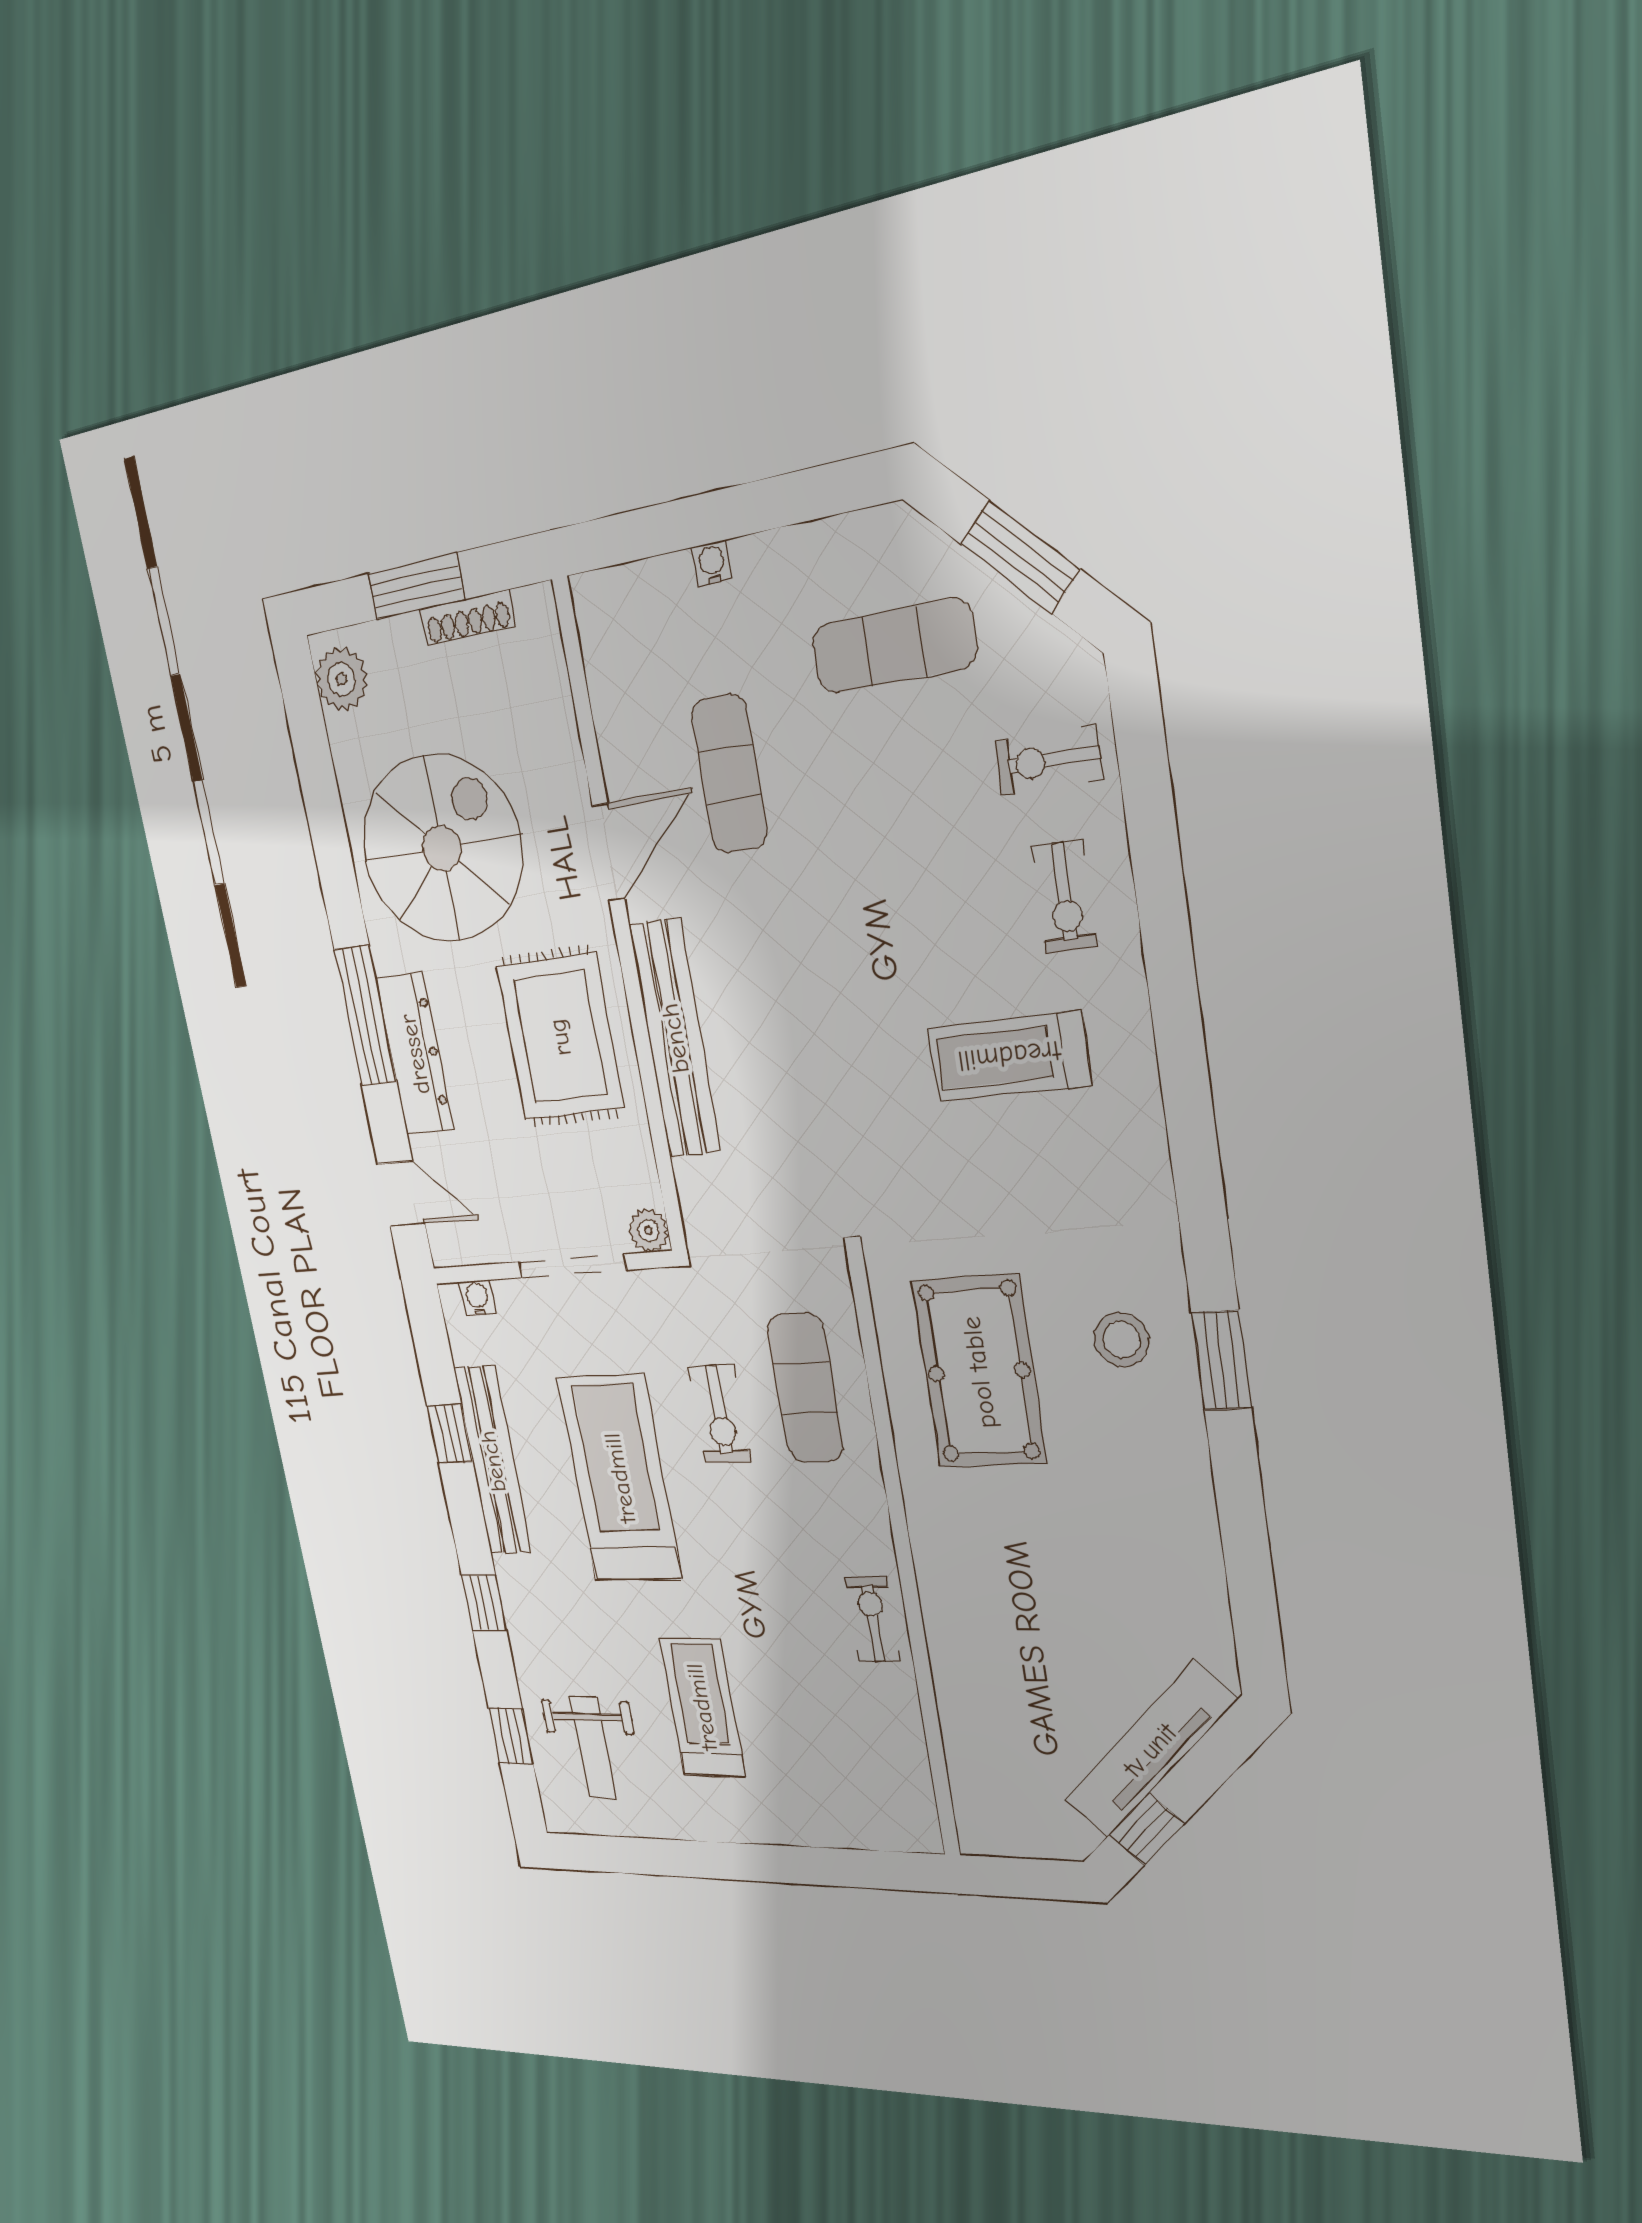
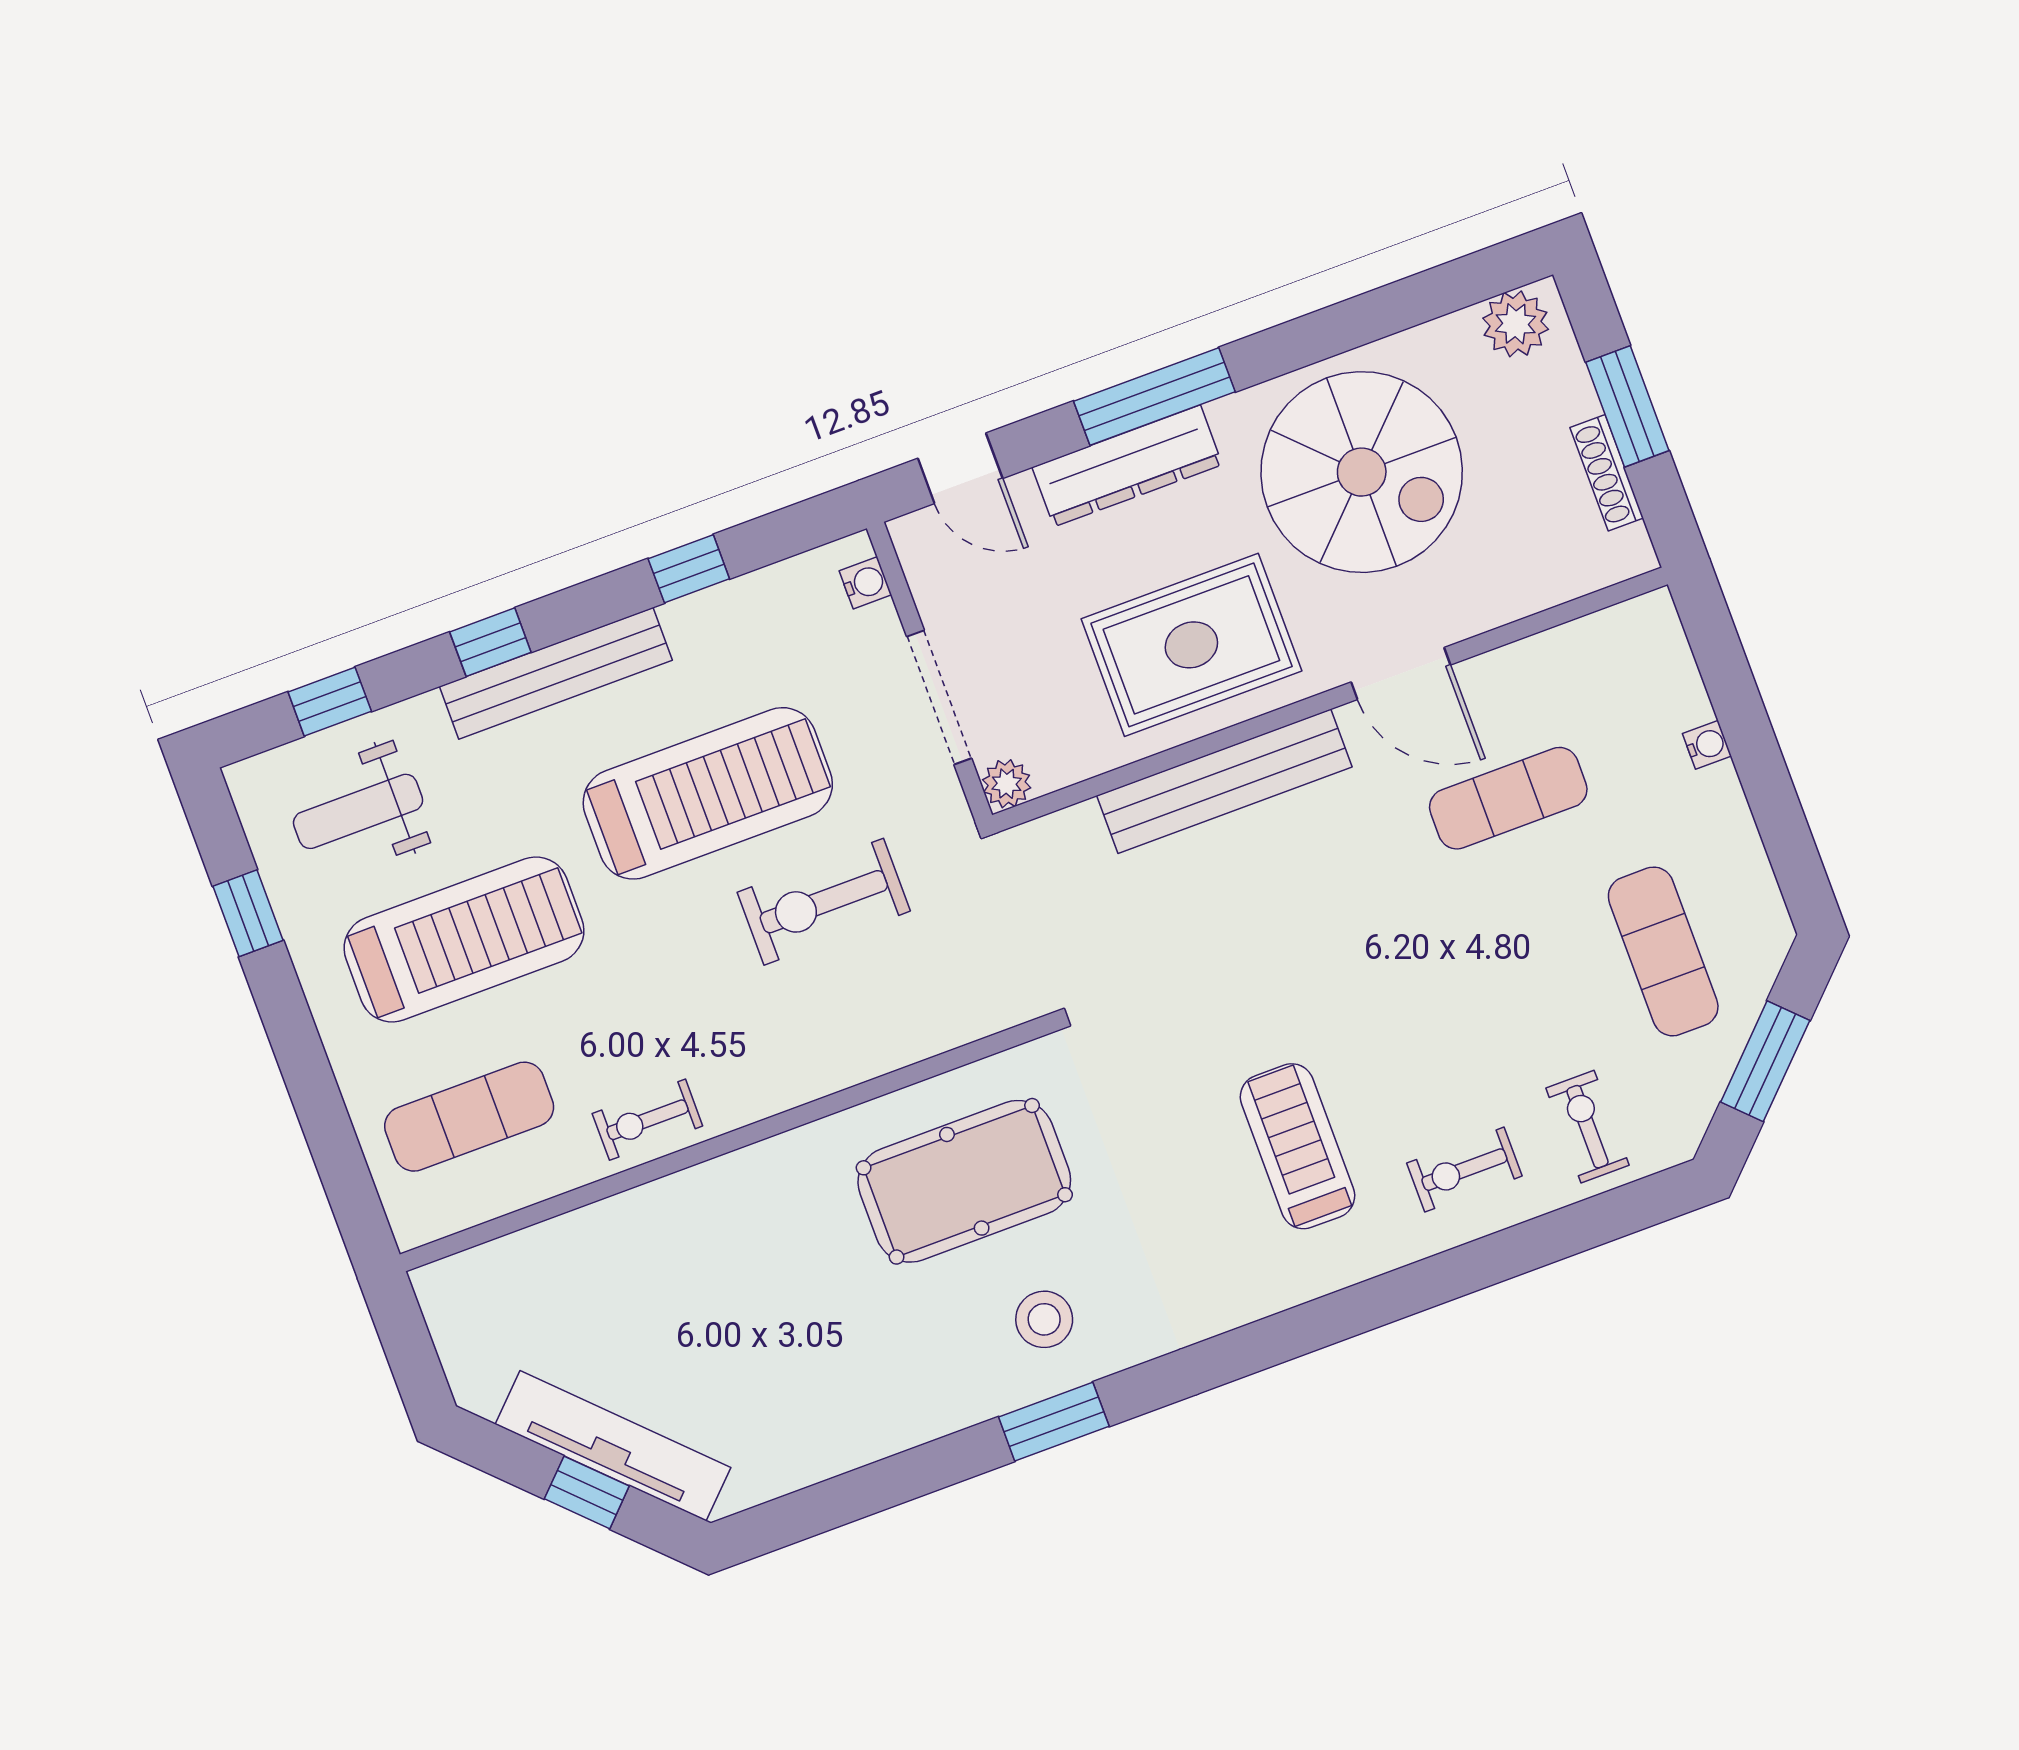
door: (401, 1194) -> (960, 468), hinge flipped
exercise mat: (806, 1388) -> (469, 1117), moved
exercise bike: (720, 1414) -> (824, 902), width x1.38, depth x1.39
bench: (493, 1461) -> (556, 673), moved
exercise bike: (873, 1619) -> (647, 1120), turned 180
treadmill: (702, 1707) -> (464, 939), width x1.37, depth x1.38
window: (1147, 1829) -> (587, 1492), moved
window: (656, 1857) -> (248, 913), added

